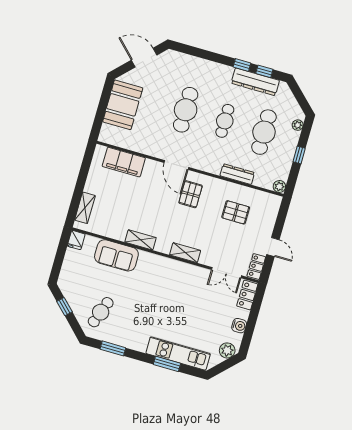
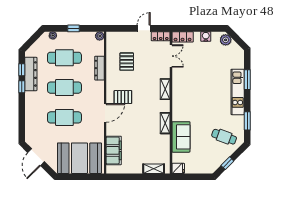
booth: (123, 105) -> (79, 158), width x1.36, depth x1.42
cafe table: (225, 121) -> (64, 88), width x1.37, depth x1.35
kitchen unit: (178, 353) -> (238, 92), moved

